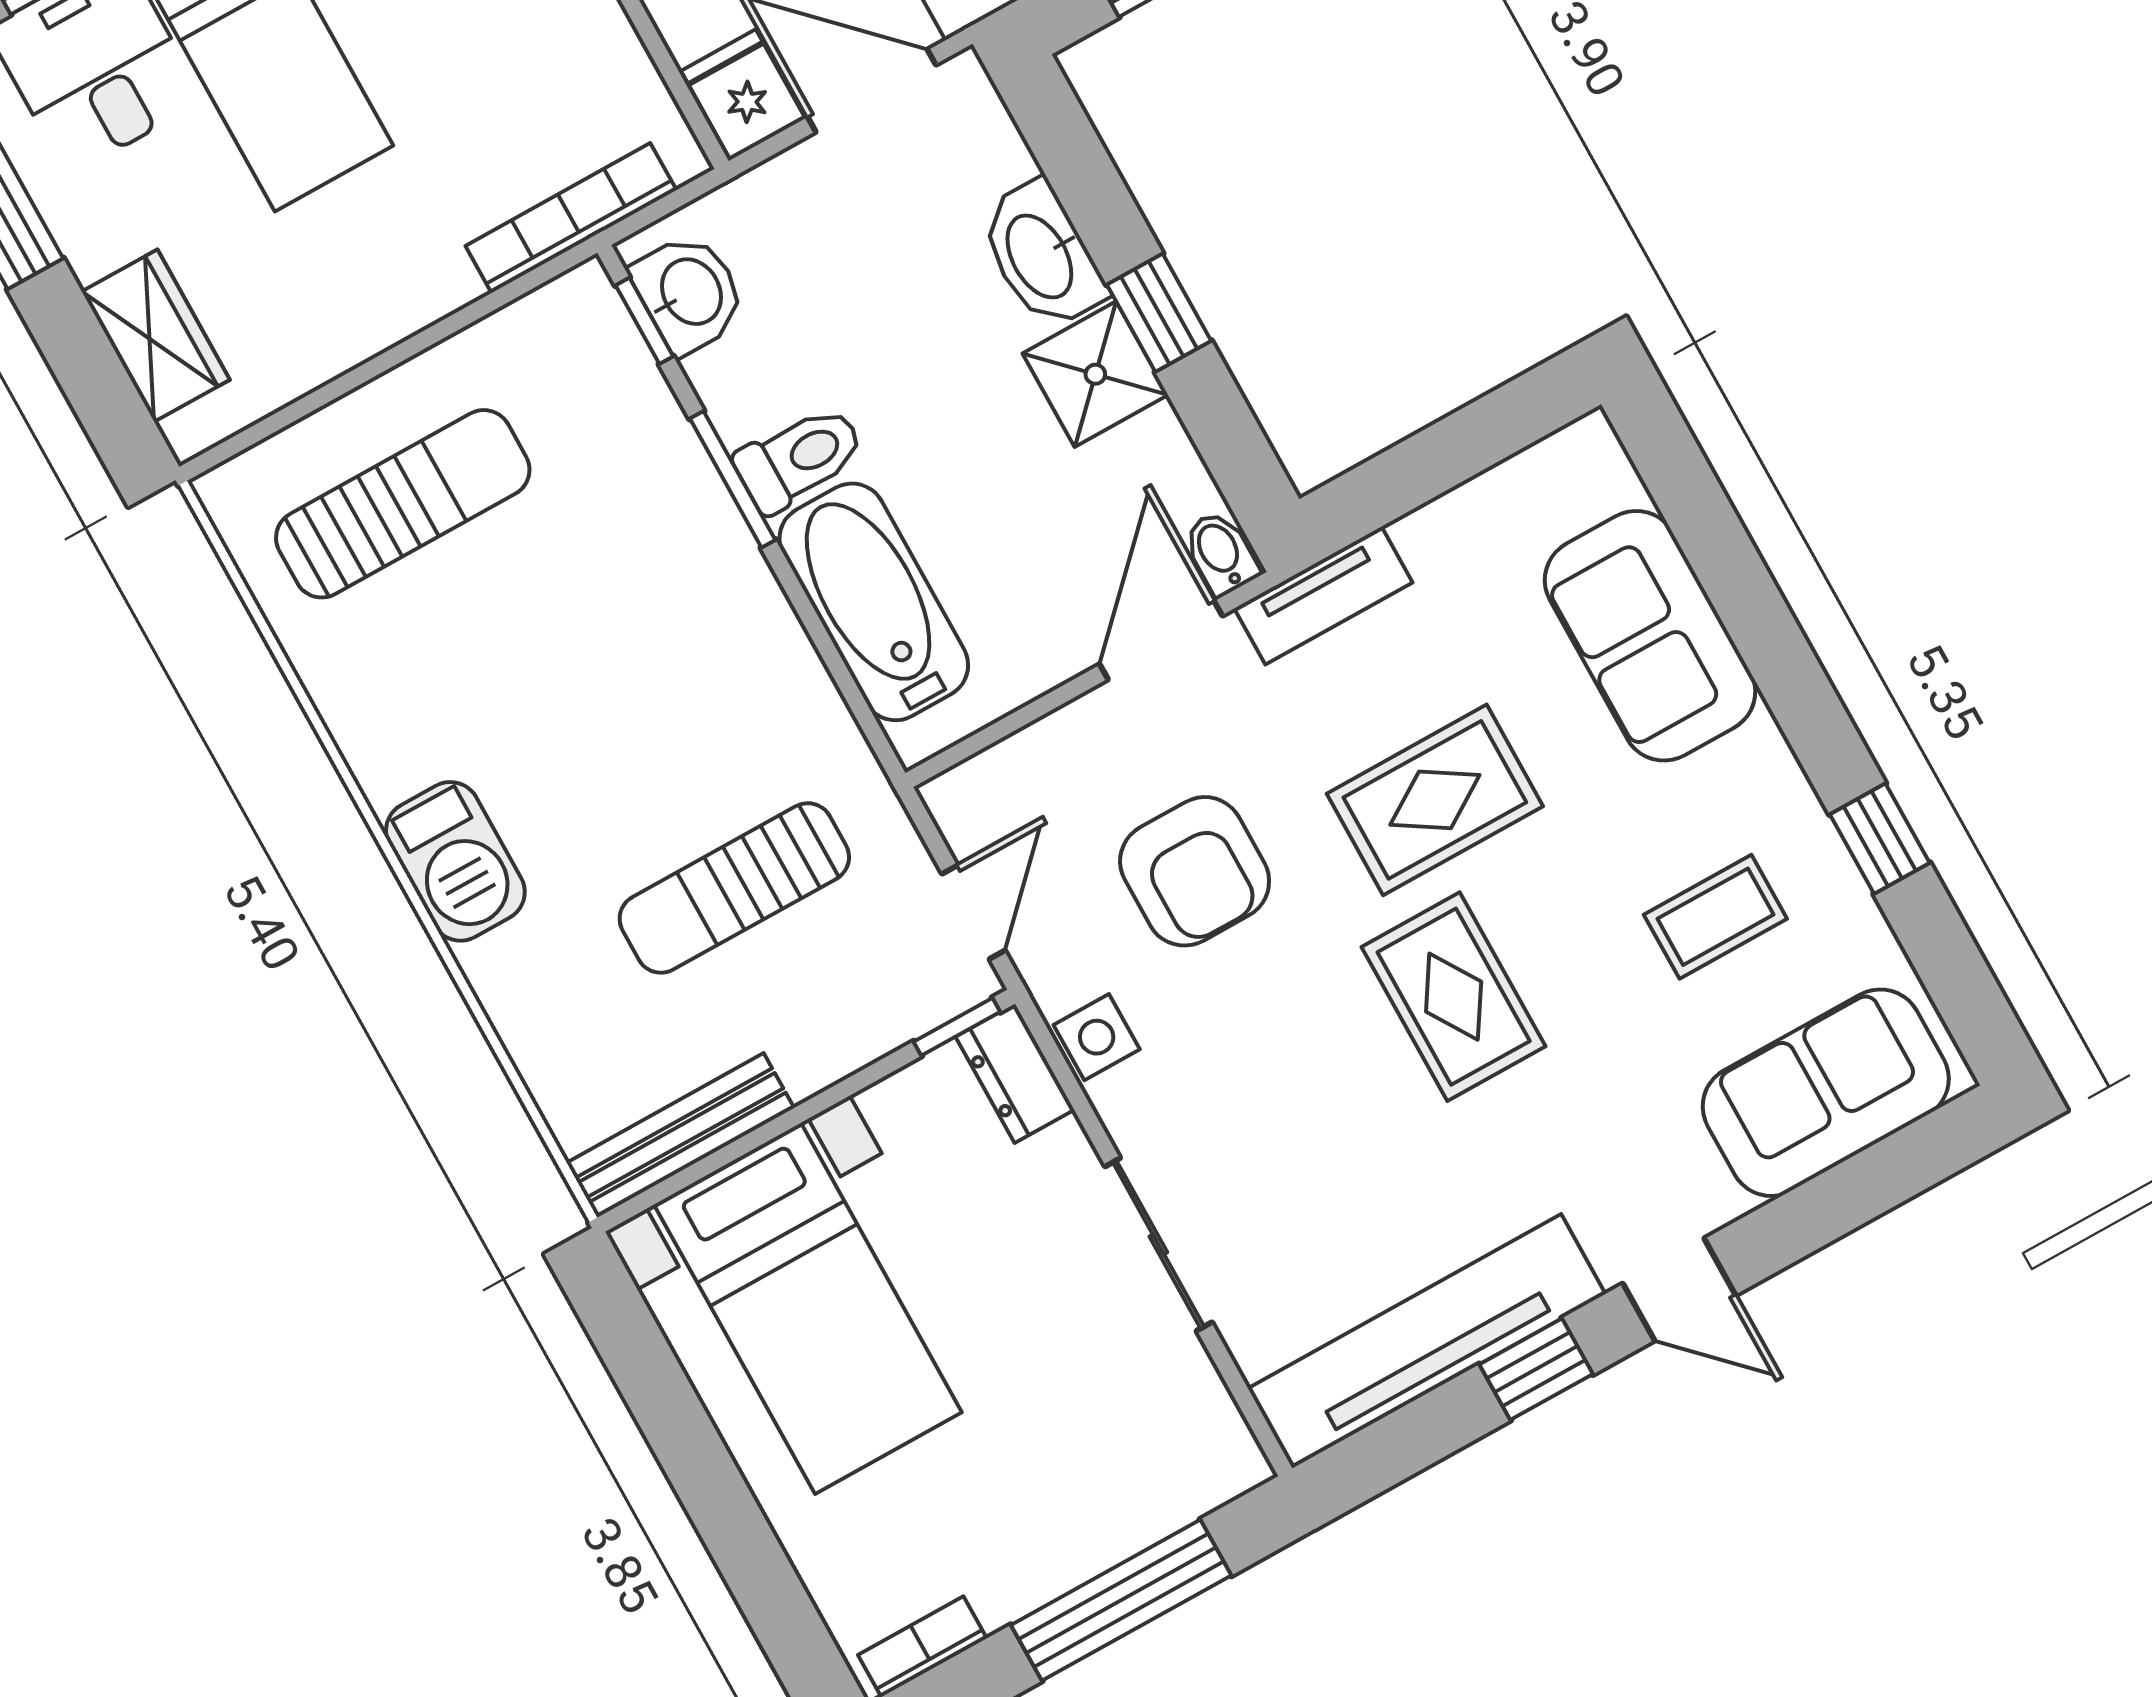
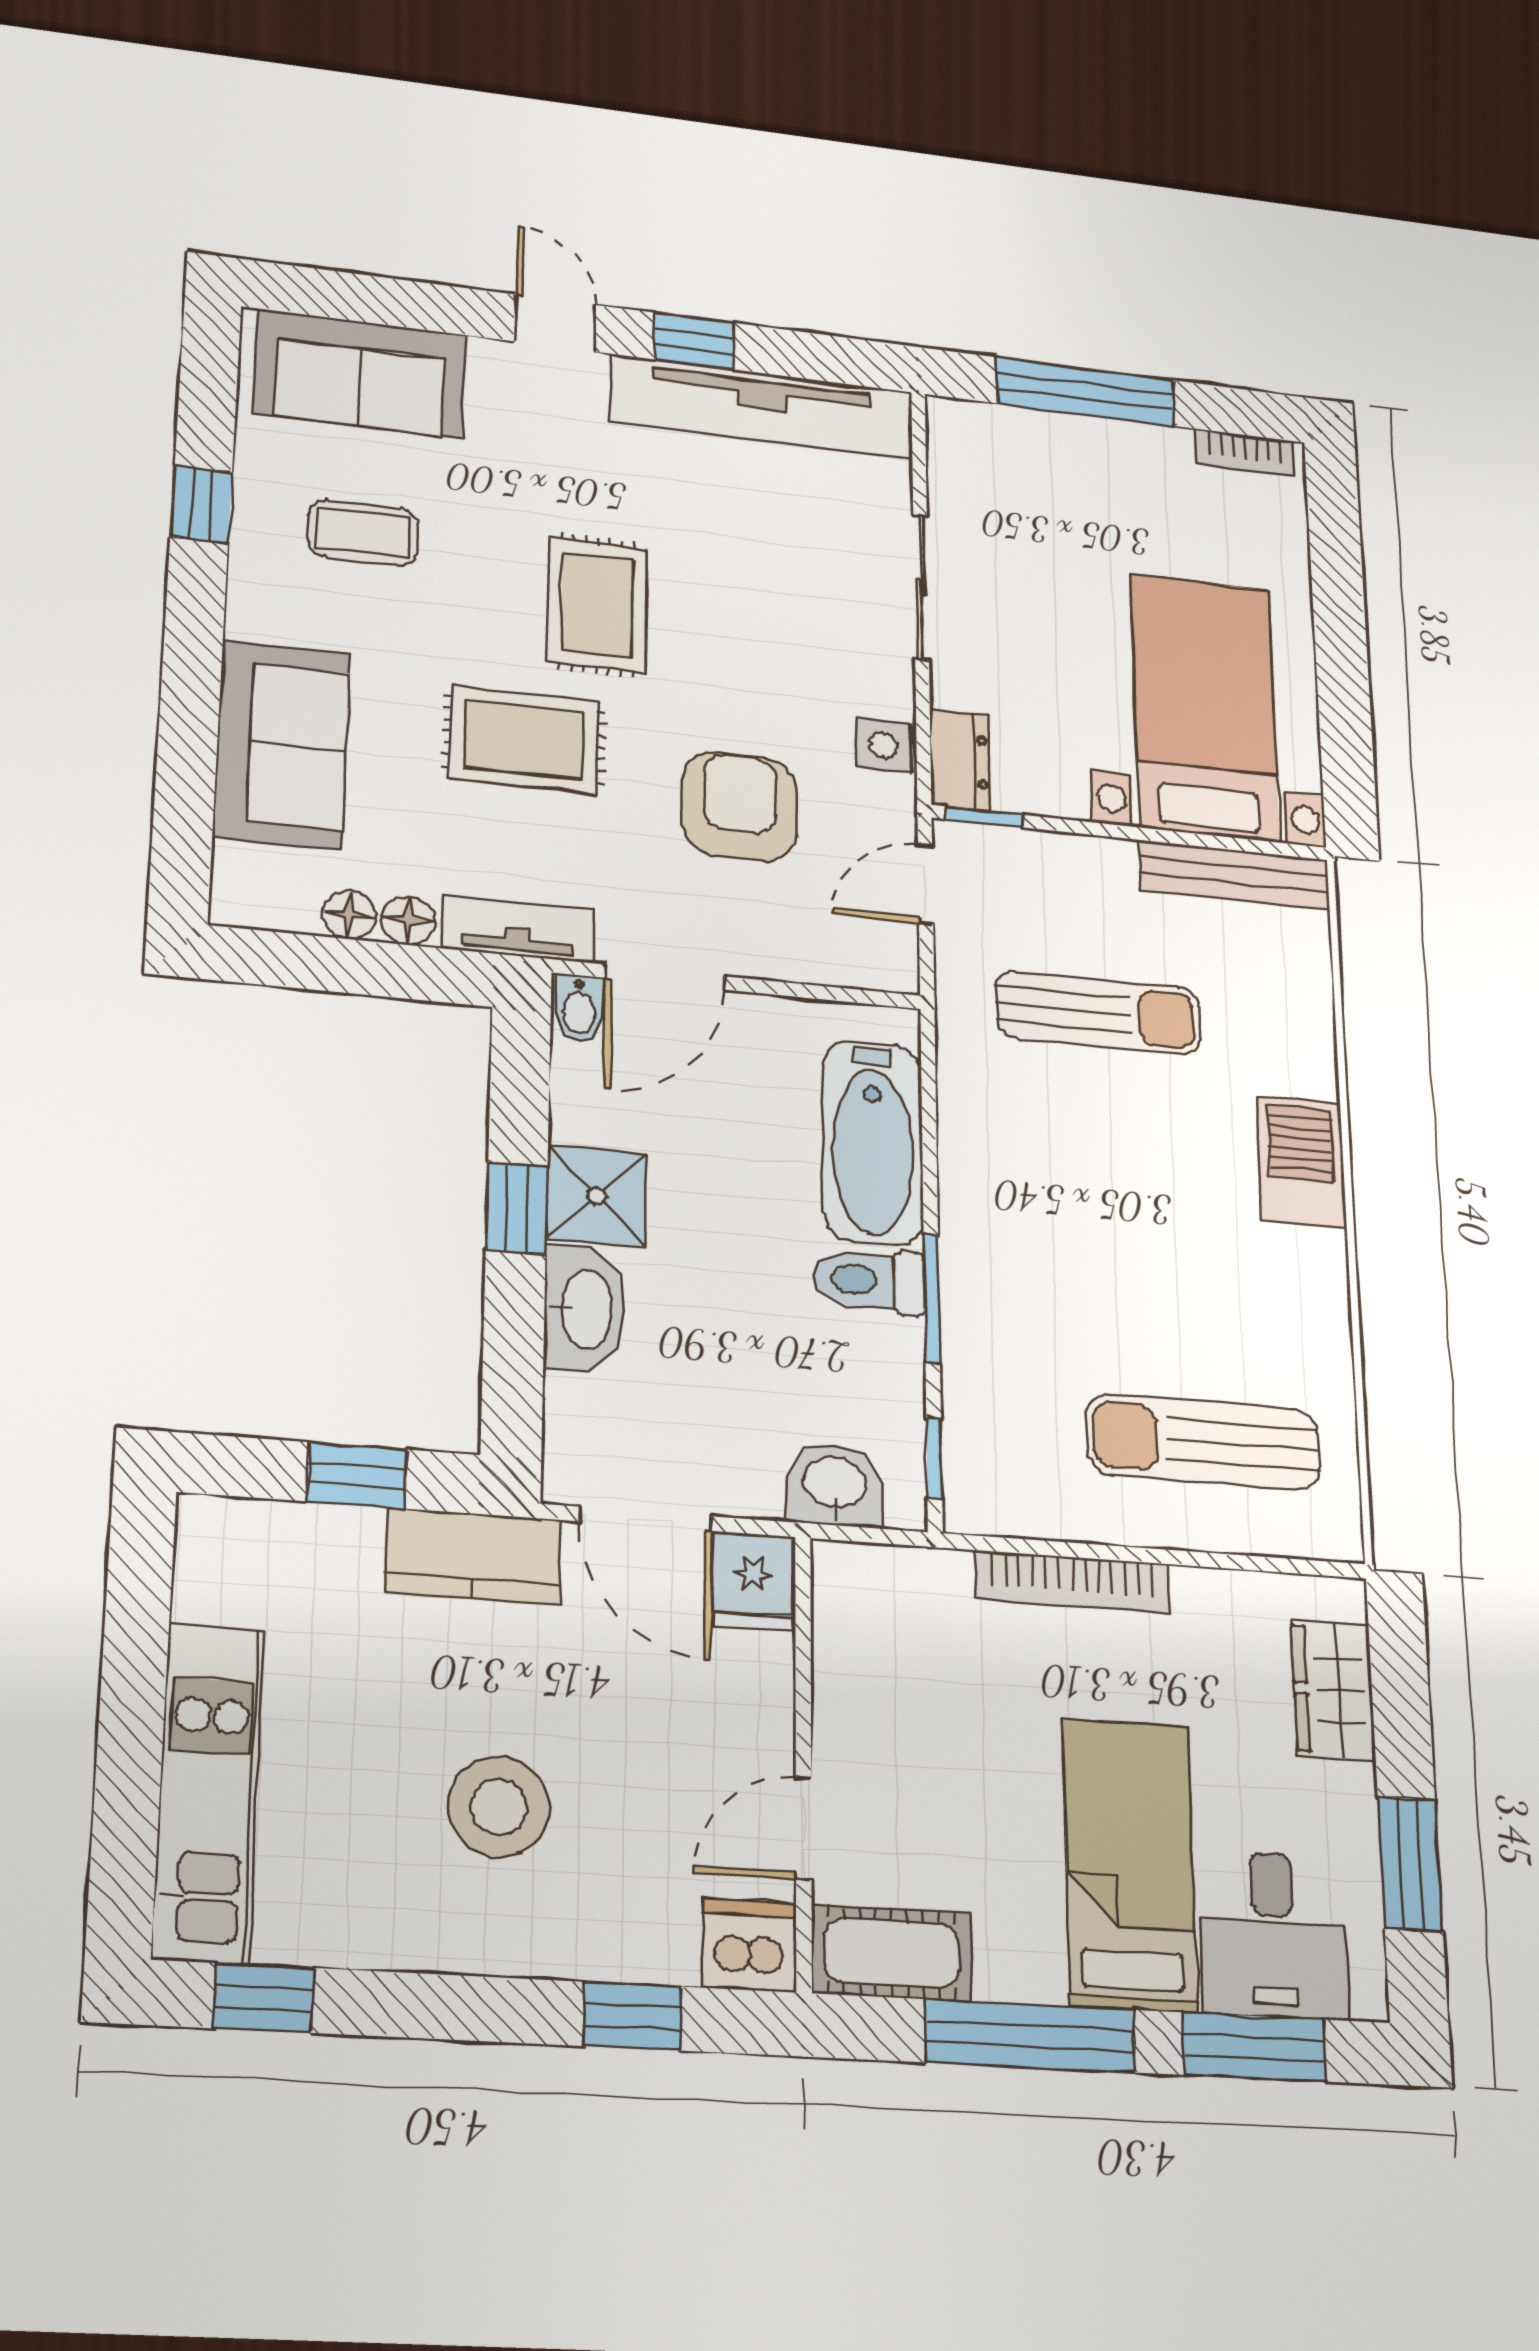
bookcase: (571, 218) -> (1073, 1582), moved
washbasin: (689, 293) -> (835, 1485), moved, turned 90
floor lamp: (1483, 503) -> (349, 915), added
floor lamp: (1427, 535) -> (408, 920), added

